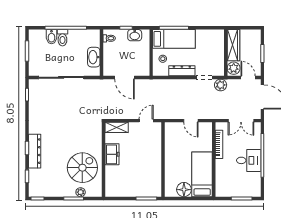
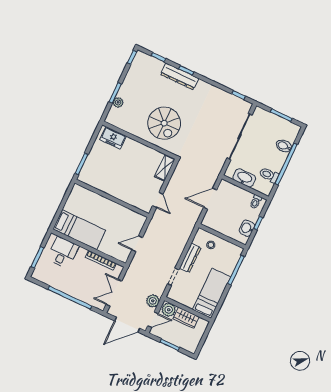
toilet: (62, 38) -> (269, 175), moved
bed: (174, 39) -> (212, 293), moved, turned 180
wardrobe: (233, 45) -> (186, 318), width x0.67
plant: (221, 85) -> (153, 301), moved
freezer: (112, 154) -> (113, 138), moved
desk: (249, 160) -> (63, 252), moved, turned 180
spiral stairs: (82, 168) -> (164, 123), moved
floor lamp: (184, 190) -> (73, 205), removed

